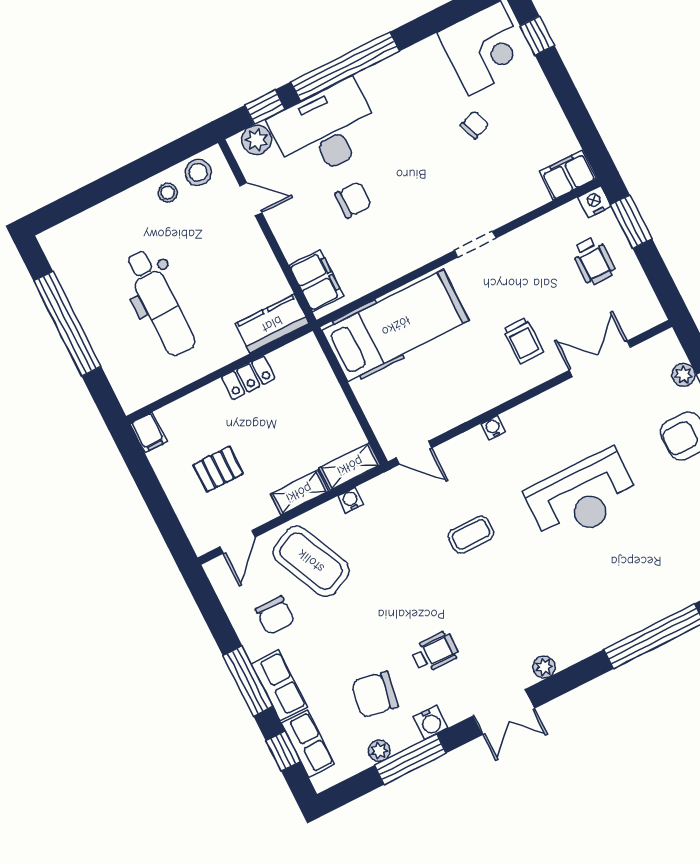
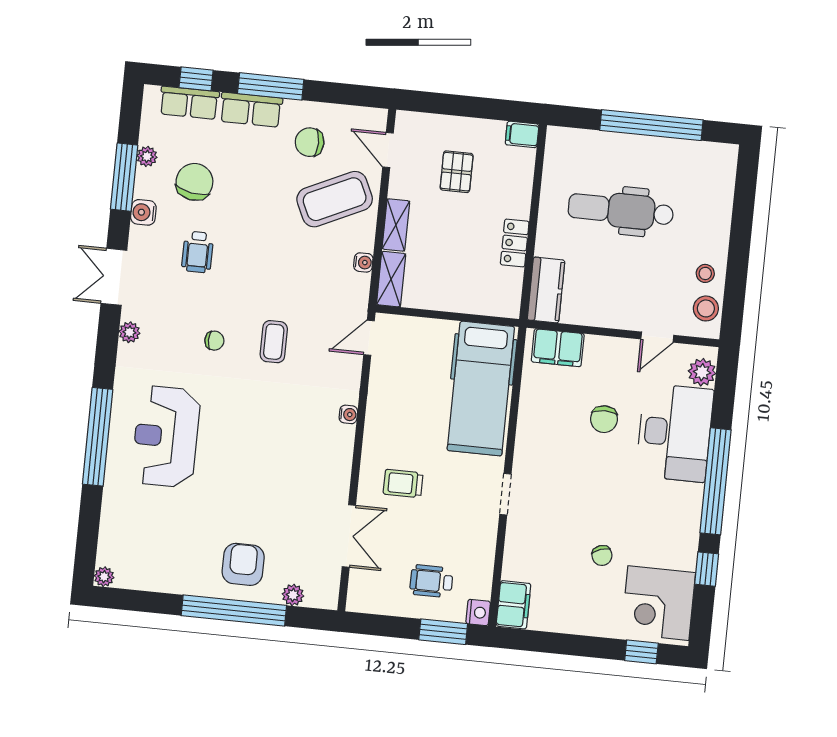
window: (265, 107) -> (707, 569), moved
reception desk: (582, 497) -> (166, 437), moved
chair: (504, 587) -> (214, 341), added

